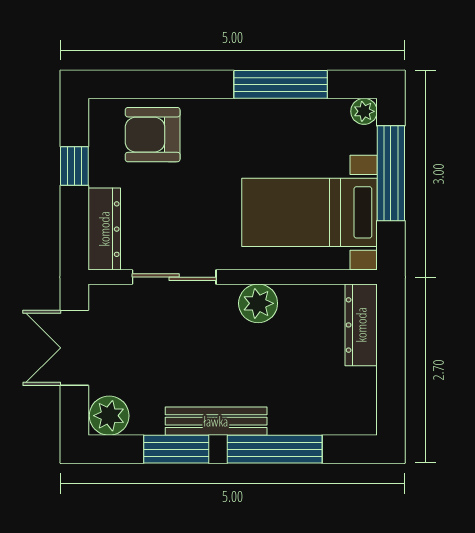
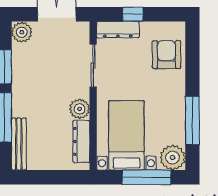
plant: (364, 111) -> (173, 157), width x1.87, depth x1.87
window: (74, 166) -> (133, 14), moved
dresser: (361, 325) -> (81, 141), moved, turned -90
bench: (216, 421) -> (19, 144), moved

